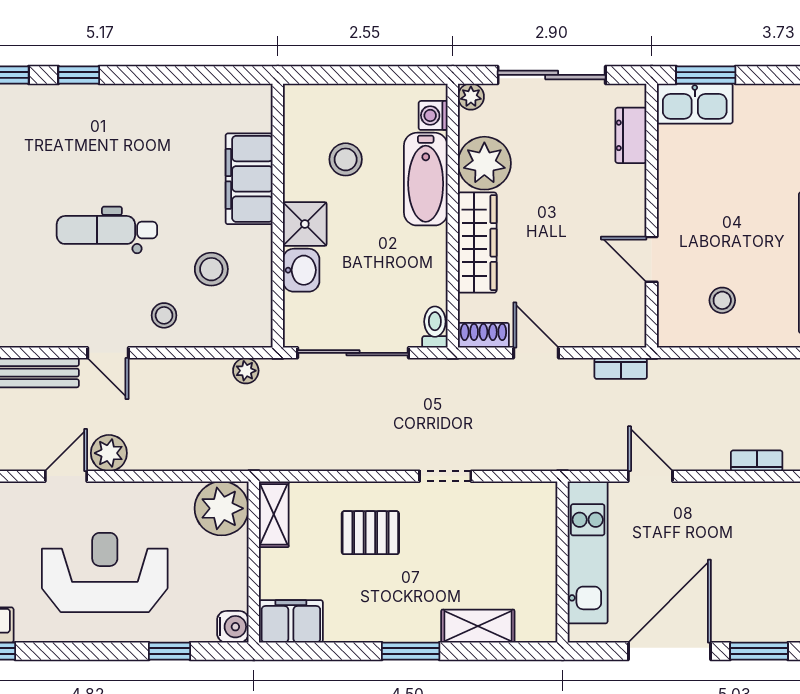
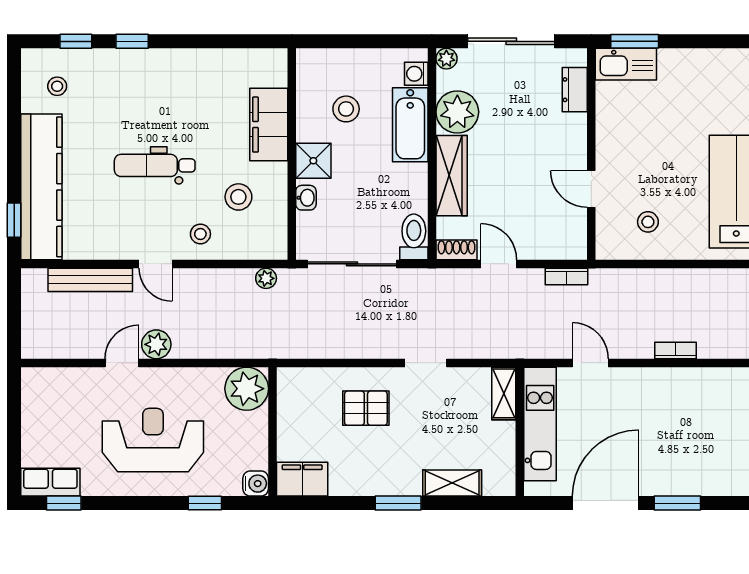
washbasin: (301, 270) -> (306, 198), width x0.72, depth x0.69
toilet: (435, 327) -> (414, 237), width x1.37, depth x1.39
shelving: (274, 514) -> (504, 393), moved

